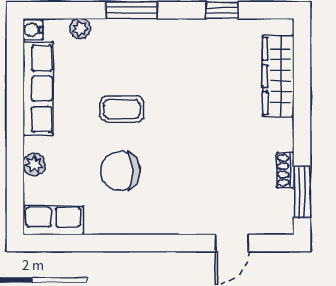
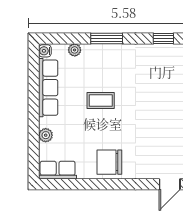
chair: (120, 171) -> (109, 162), moved

